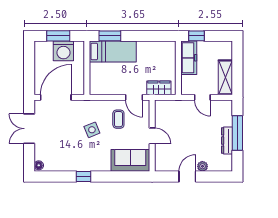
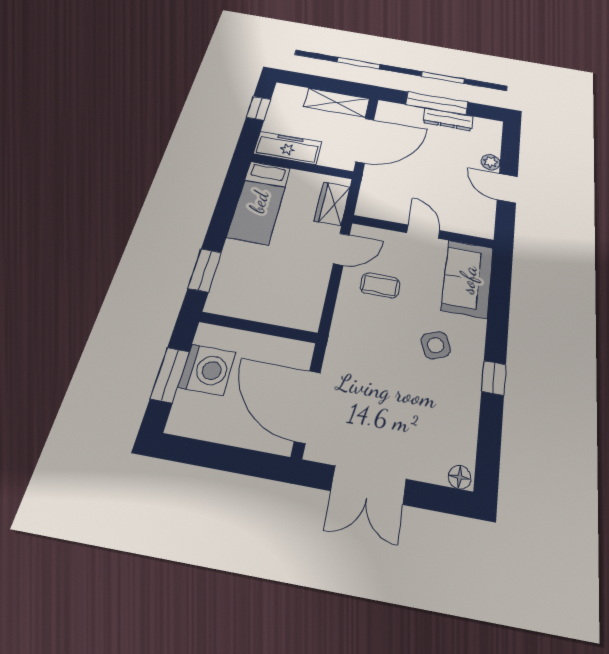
window: (196, 36) -> (259, 108), moved
bed: (113, 52) -> (259, 202), moved, turned 180
door: (202, 97) -> (365, 141), width x1.87
side table: (92, 130) -> (436, 345), moved
door: (152, 136) -> (423, 232), hinge flipped

